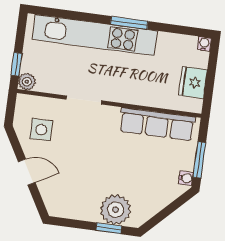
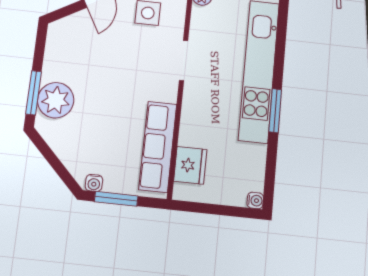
fridge: (193, 82) -> (190, 165), moved, turned 90
window: (109, 228) -> (34, 93), width x1.50

